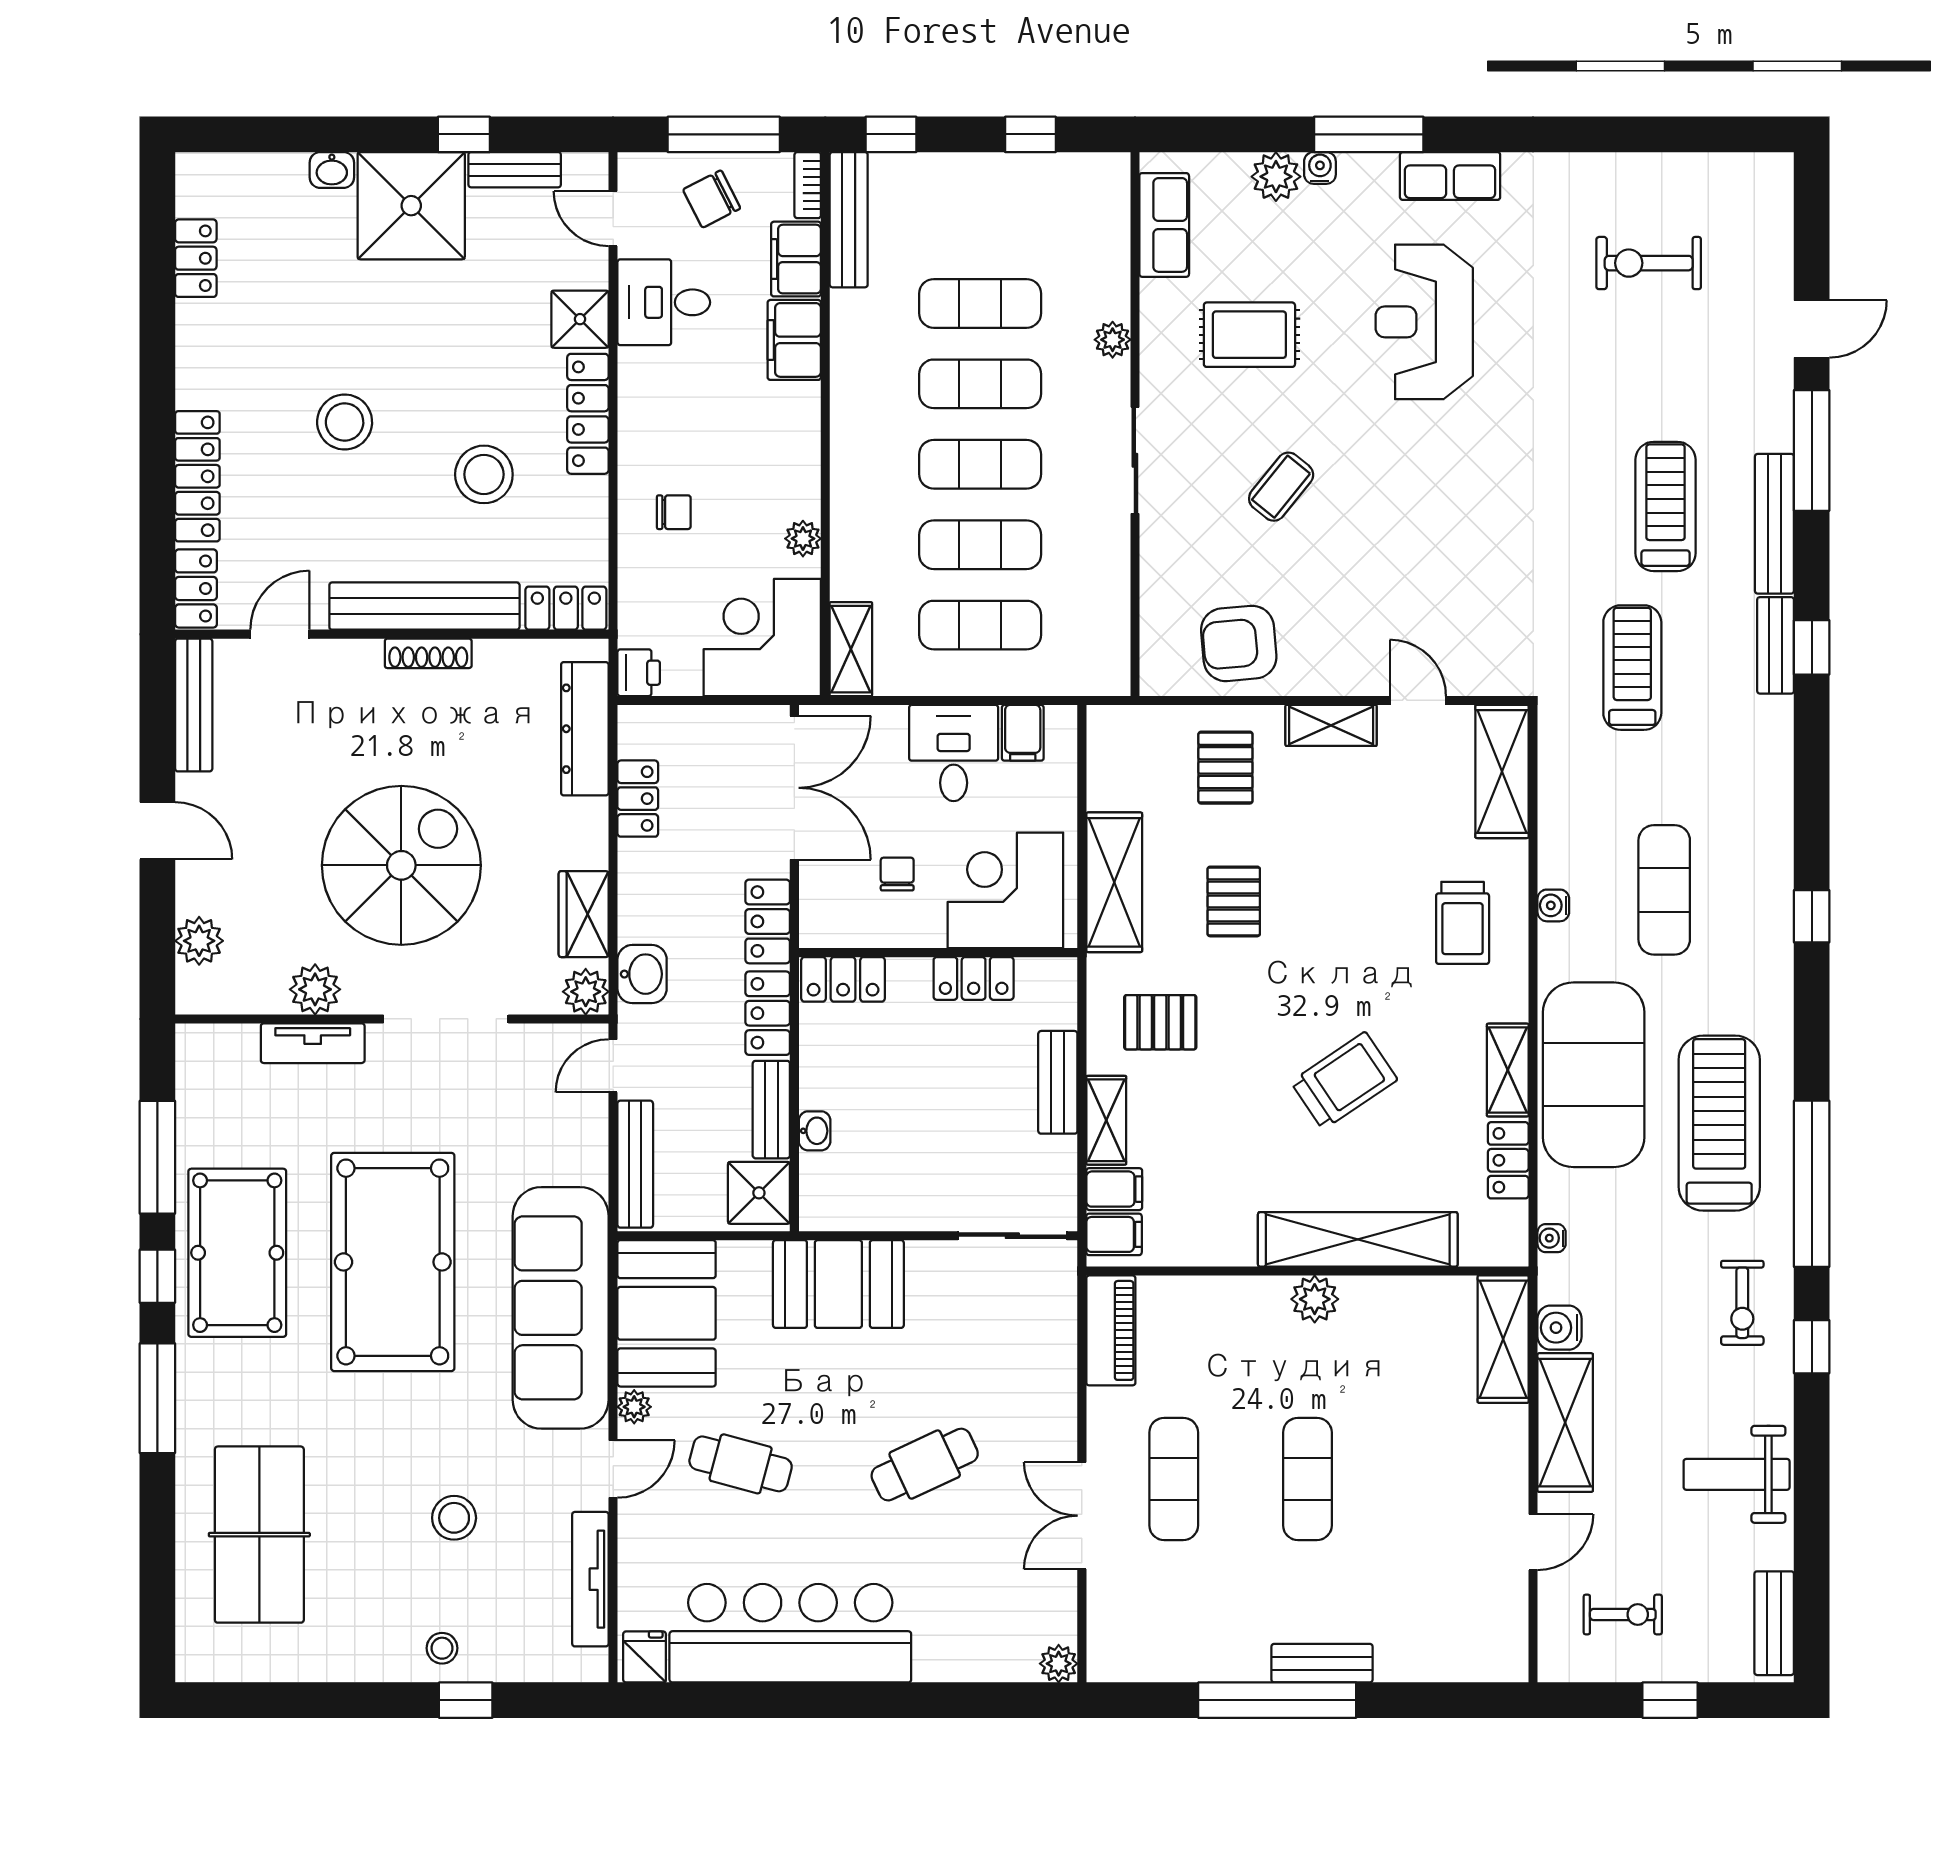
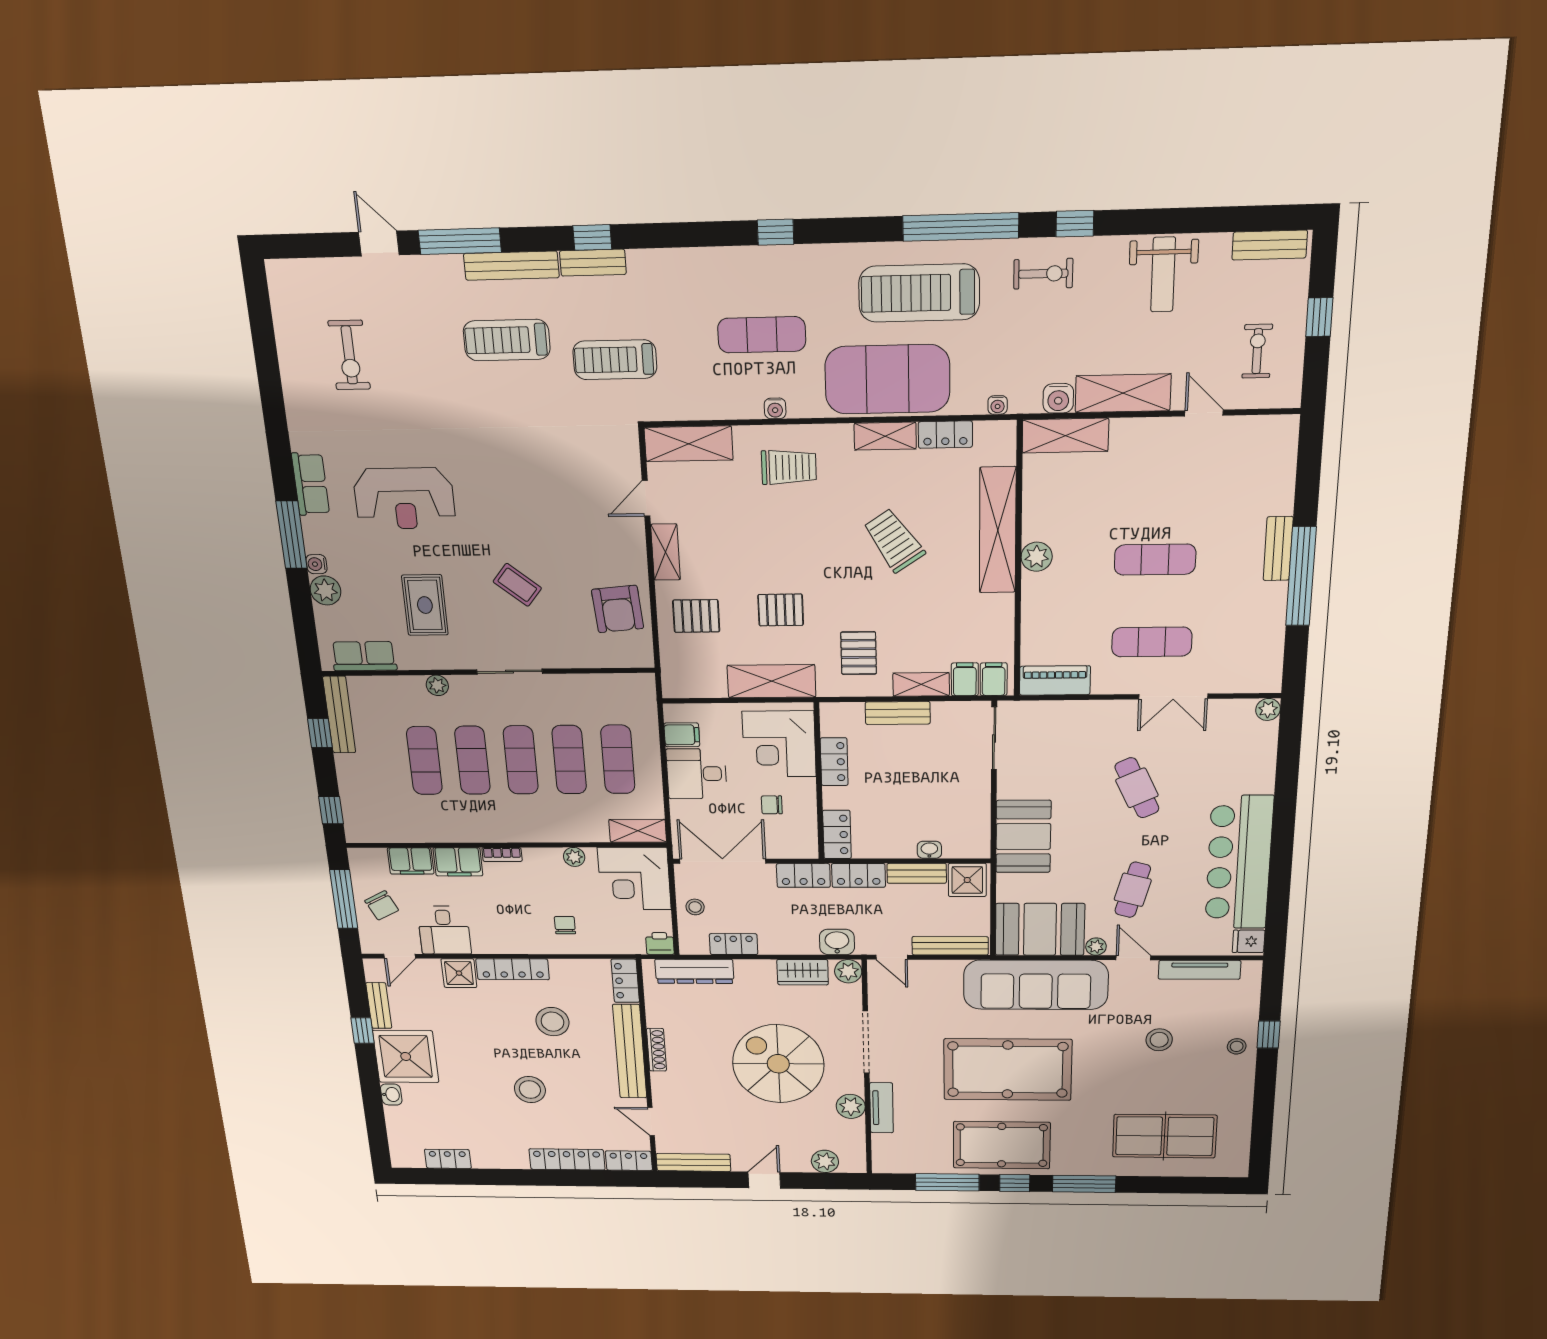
bookcase: (808, 185) -> (502, 855), moved
bench: (849, 220) -> (339, 715), moved, turned 90
stool: (709, 737) -> (695, 907), added

